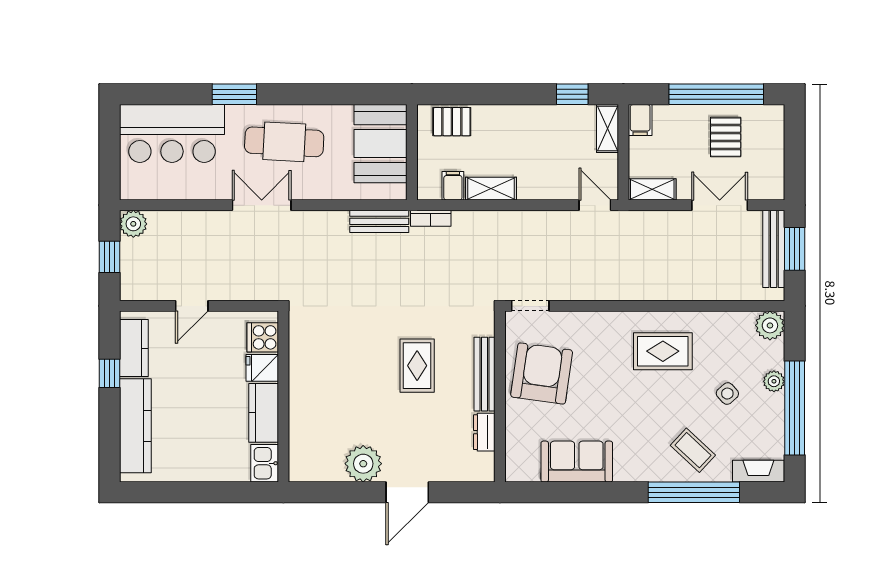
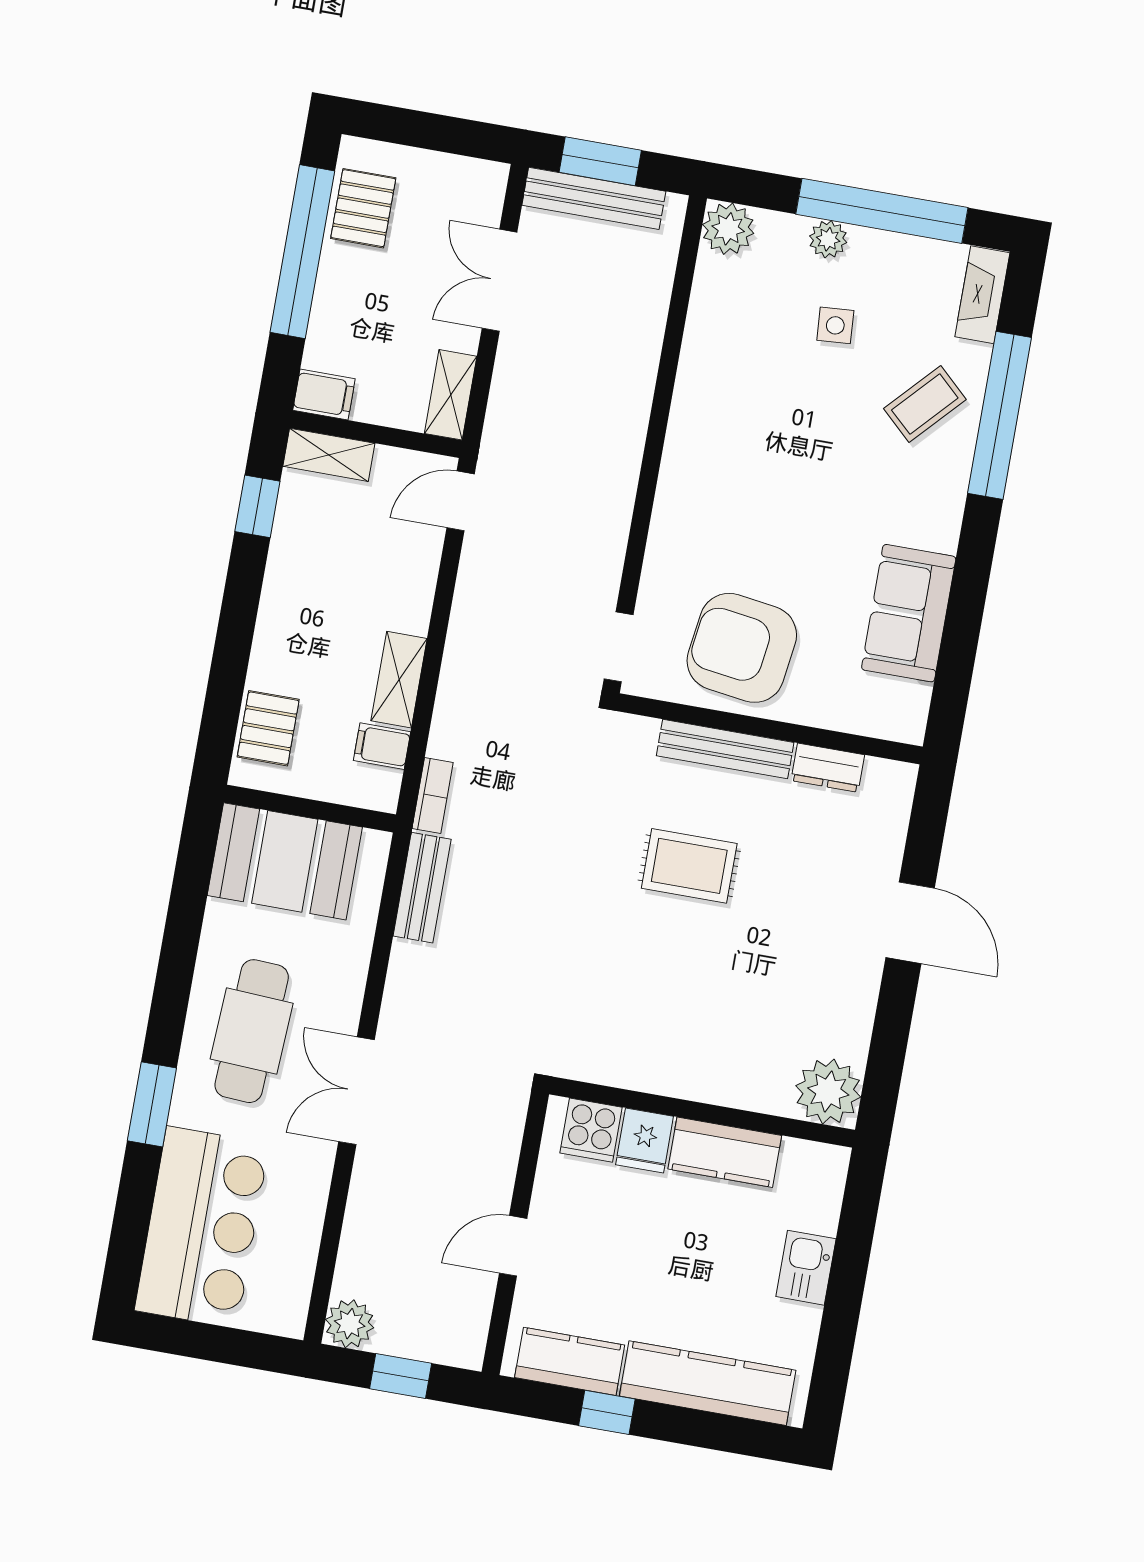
pallet: (726, 137) -> (363, 208), moved, turned 90
door: (192, 306) -> (513, 1246), swing flipped
rug: (663, 351) -> (740, 426), removed
side table: (727, 394) -> (835, 325), turned 38
kitchen sink: (265, 463) -> (806, 1268), moved, turned 90
plant: (363, 464) -> (828, 1091), moved

